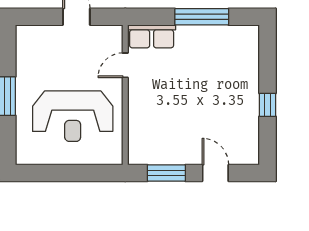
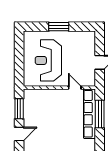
window: (202, 17) -> (100, 114), moved
row of seats: (152, 36) -> (90, 114), width x2.02

